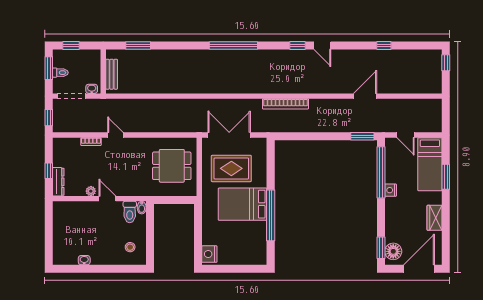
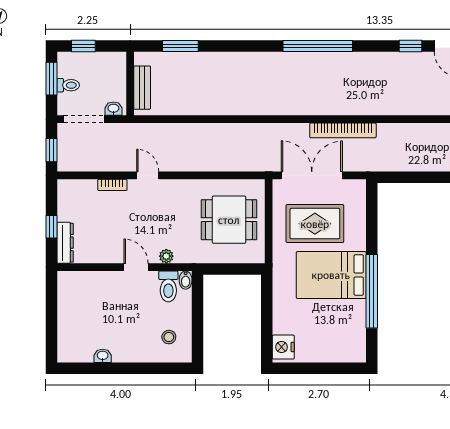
bookcase: (285, 104) -> (343, 130), moved
plant: (91, 191) -> (166, 256), moved

